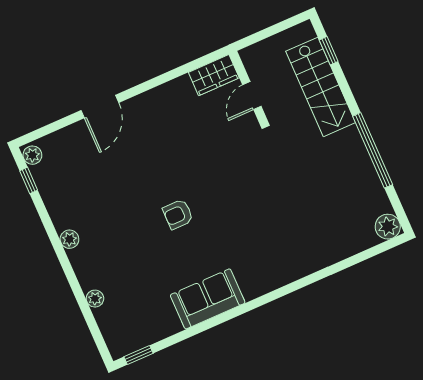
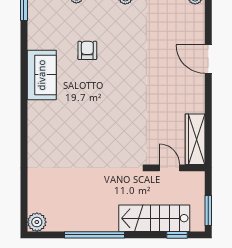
window: (283, 26) -> (208, 211), added
wardrobe: (214, 75) -> (195, 139), width x1.50
armchair: (178, 214) -> (87, 50), moved

